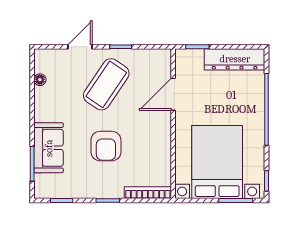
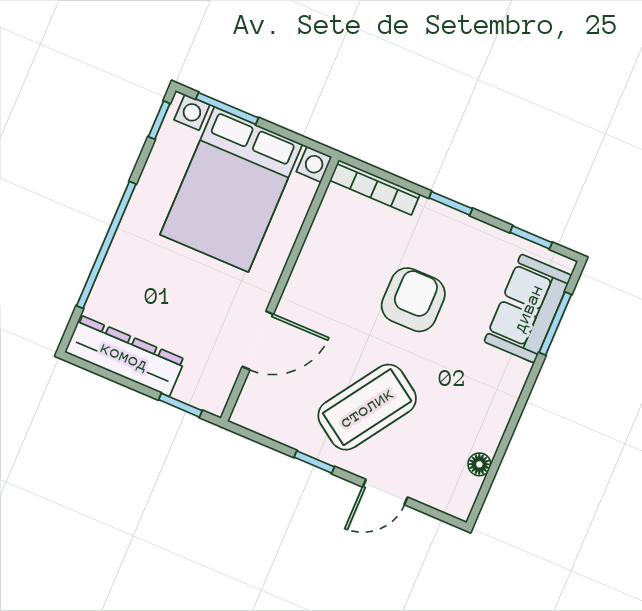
sofa: (49, 148) -> (528, 308), moved

